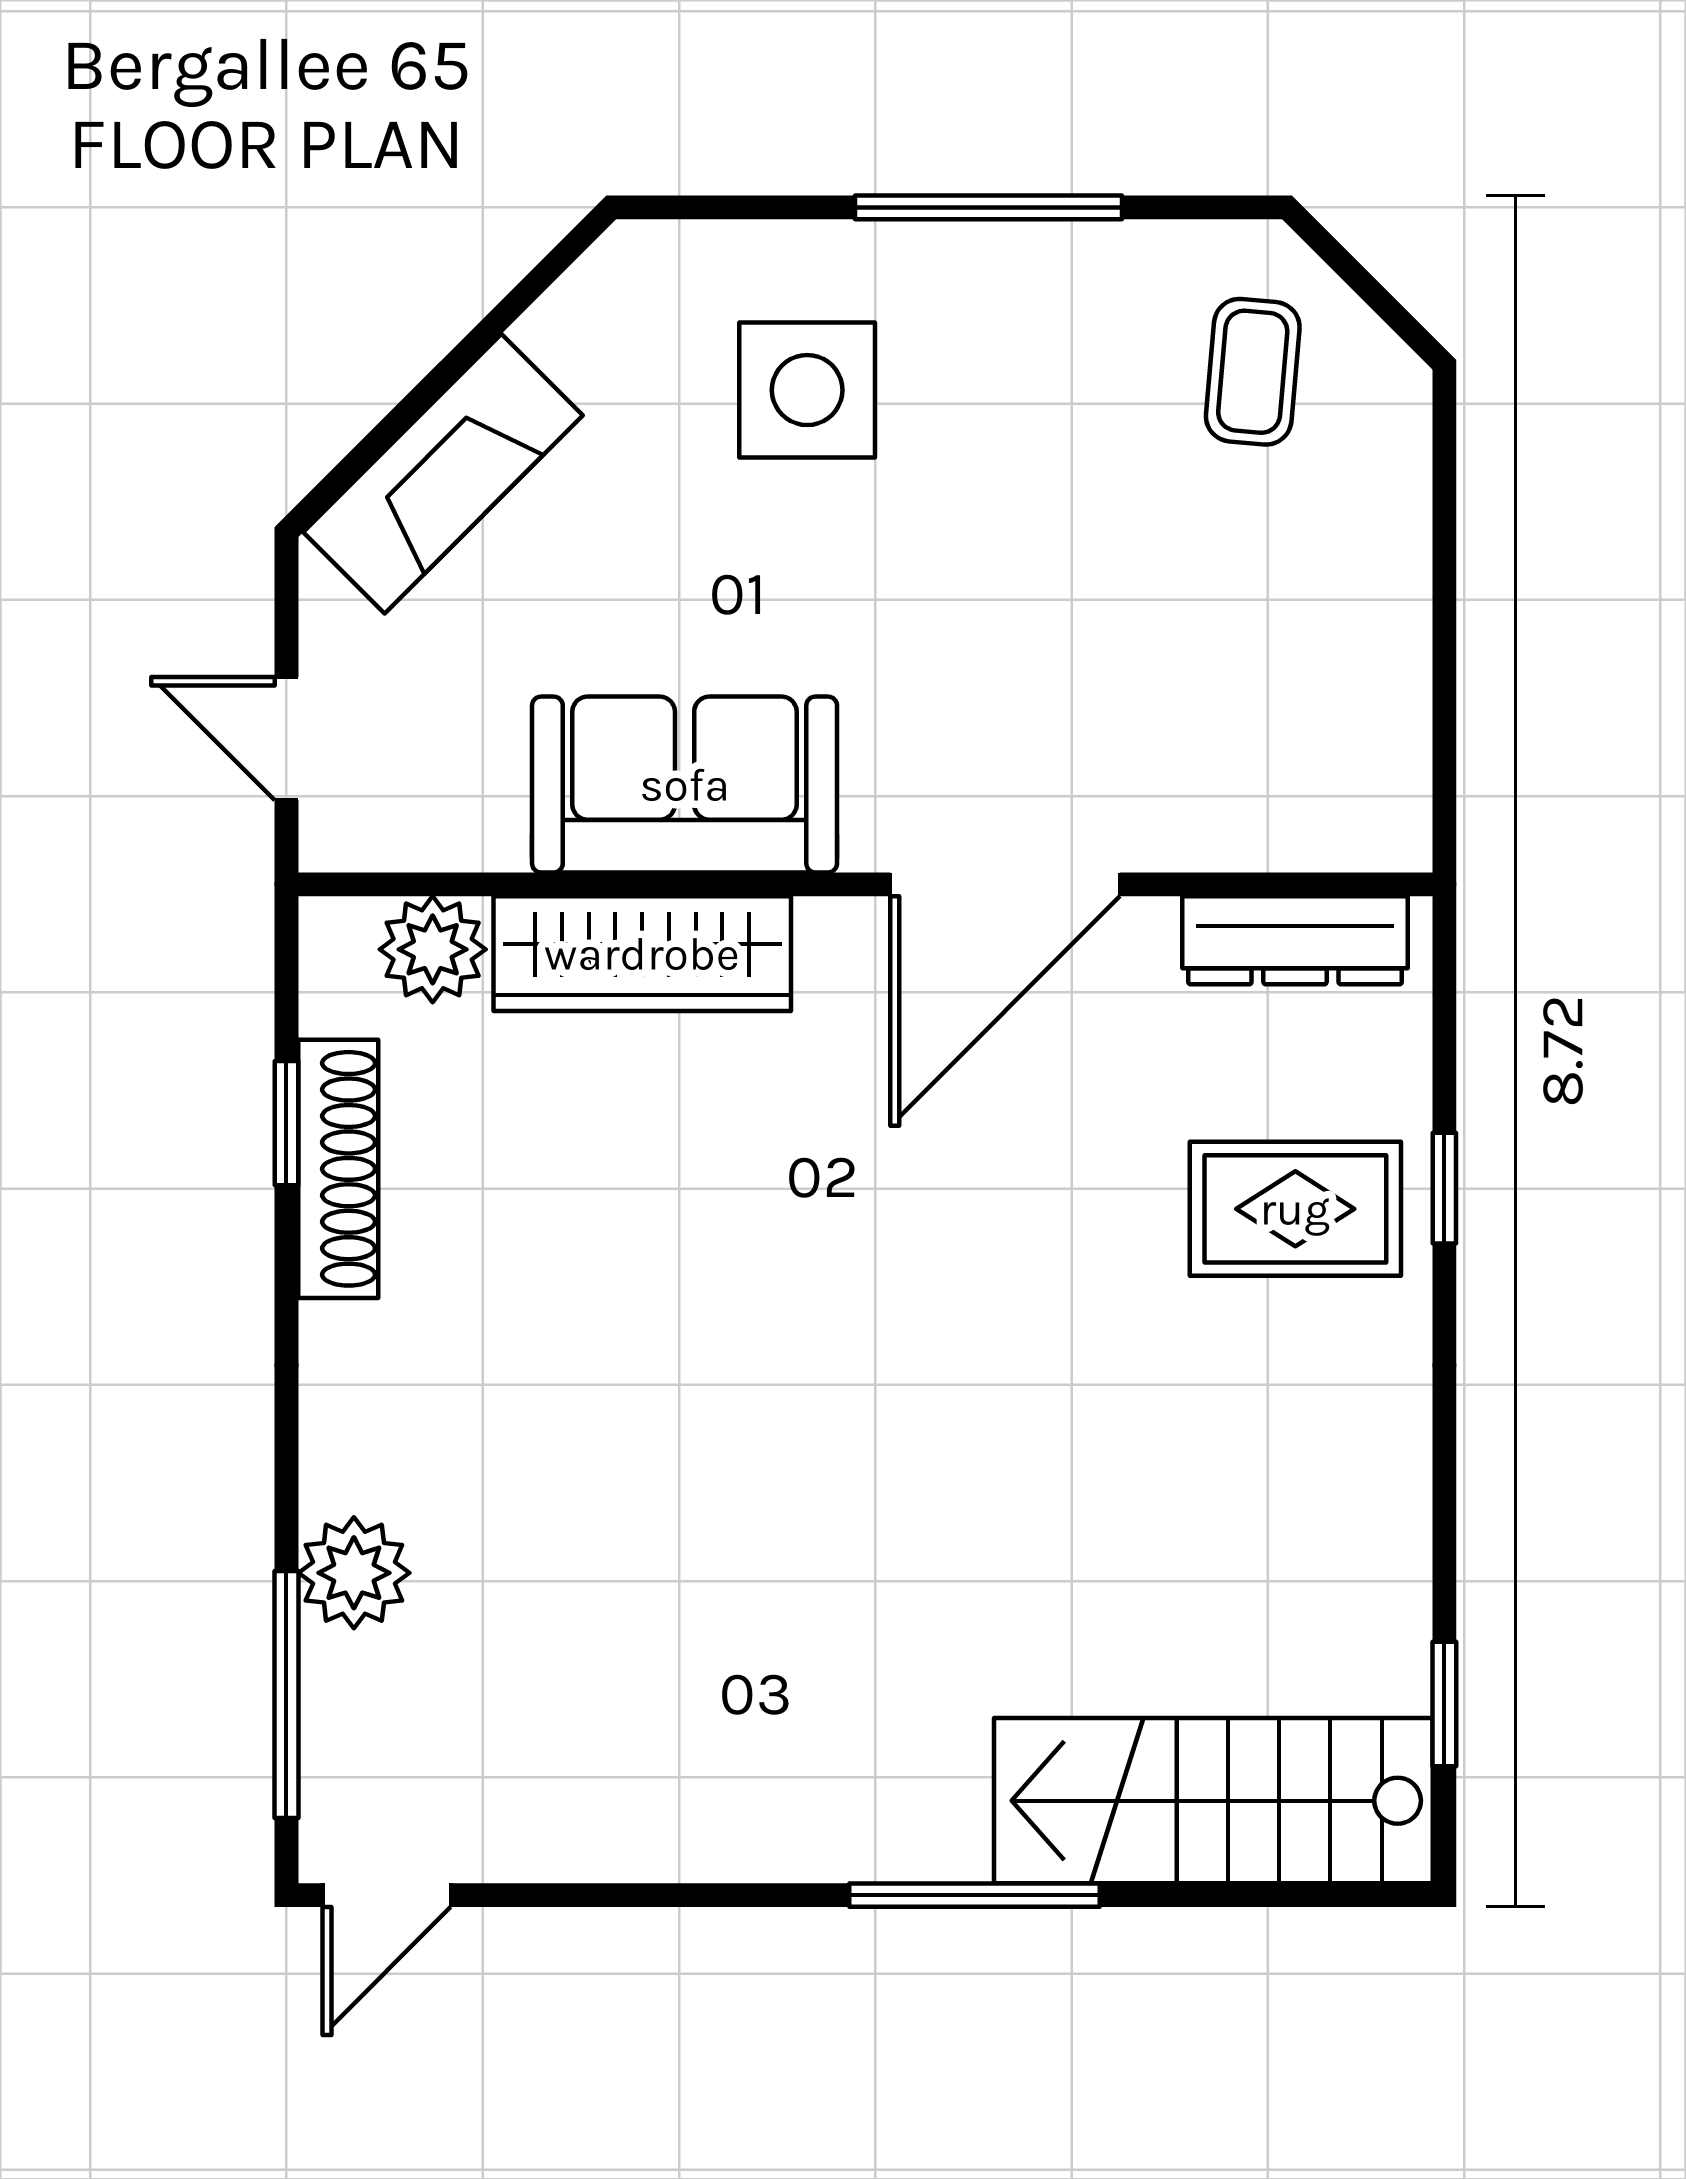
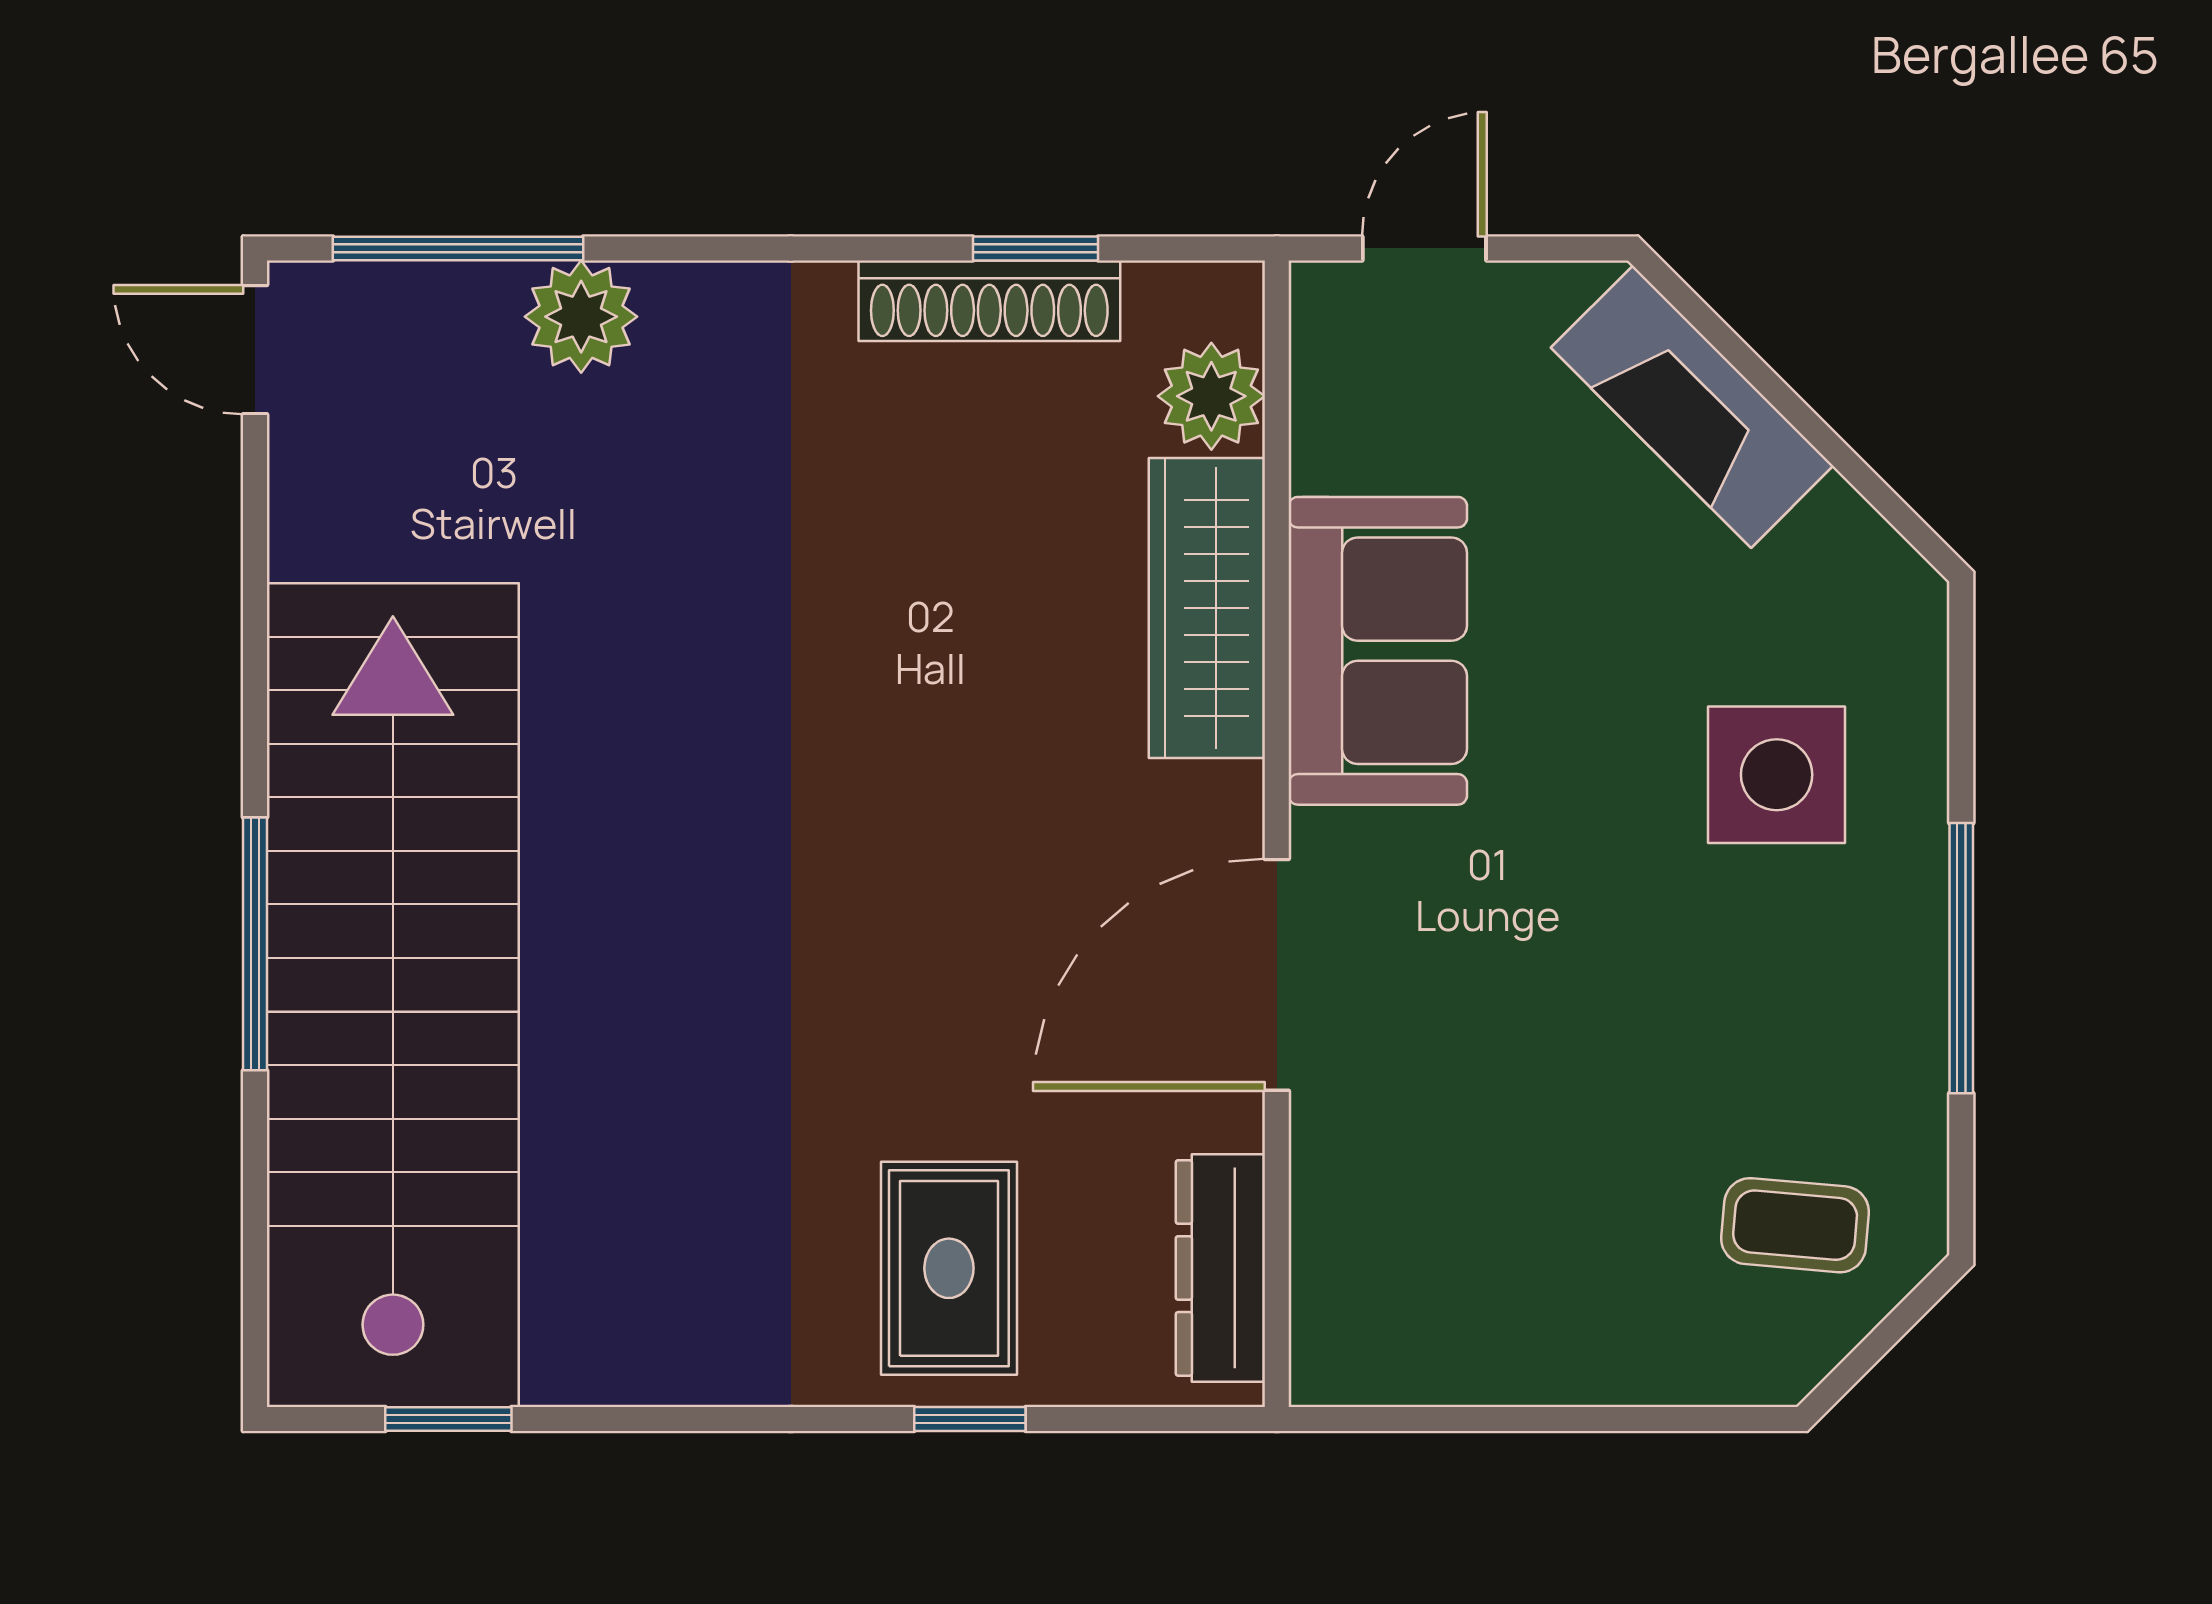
door: (1005, 884) -> (1277, 975), hinge flipped
stairs: (1213, 1801) -> (393, 995), width x1.86, depth x1.51

